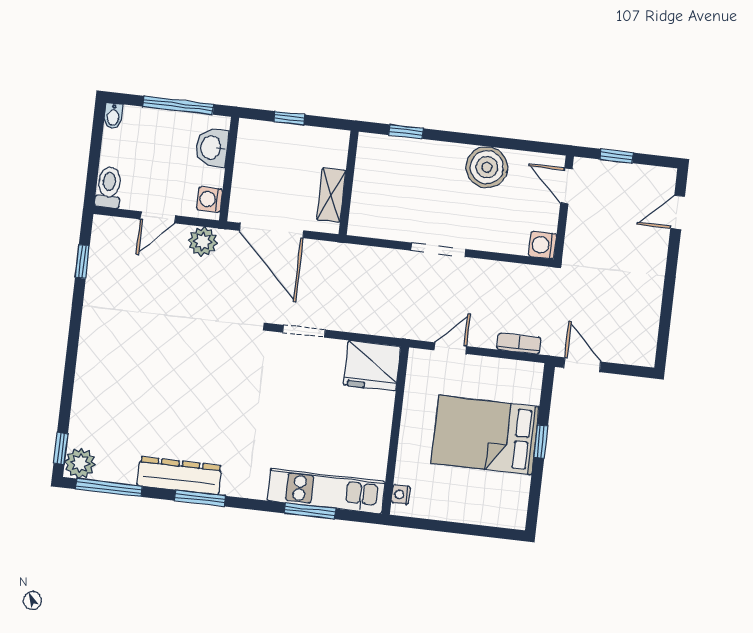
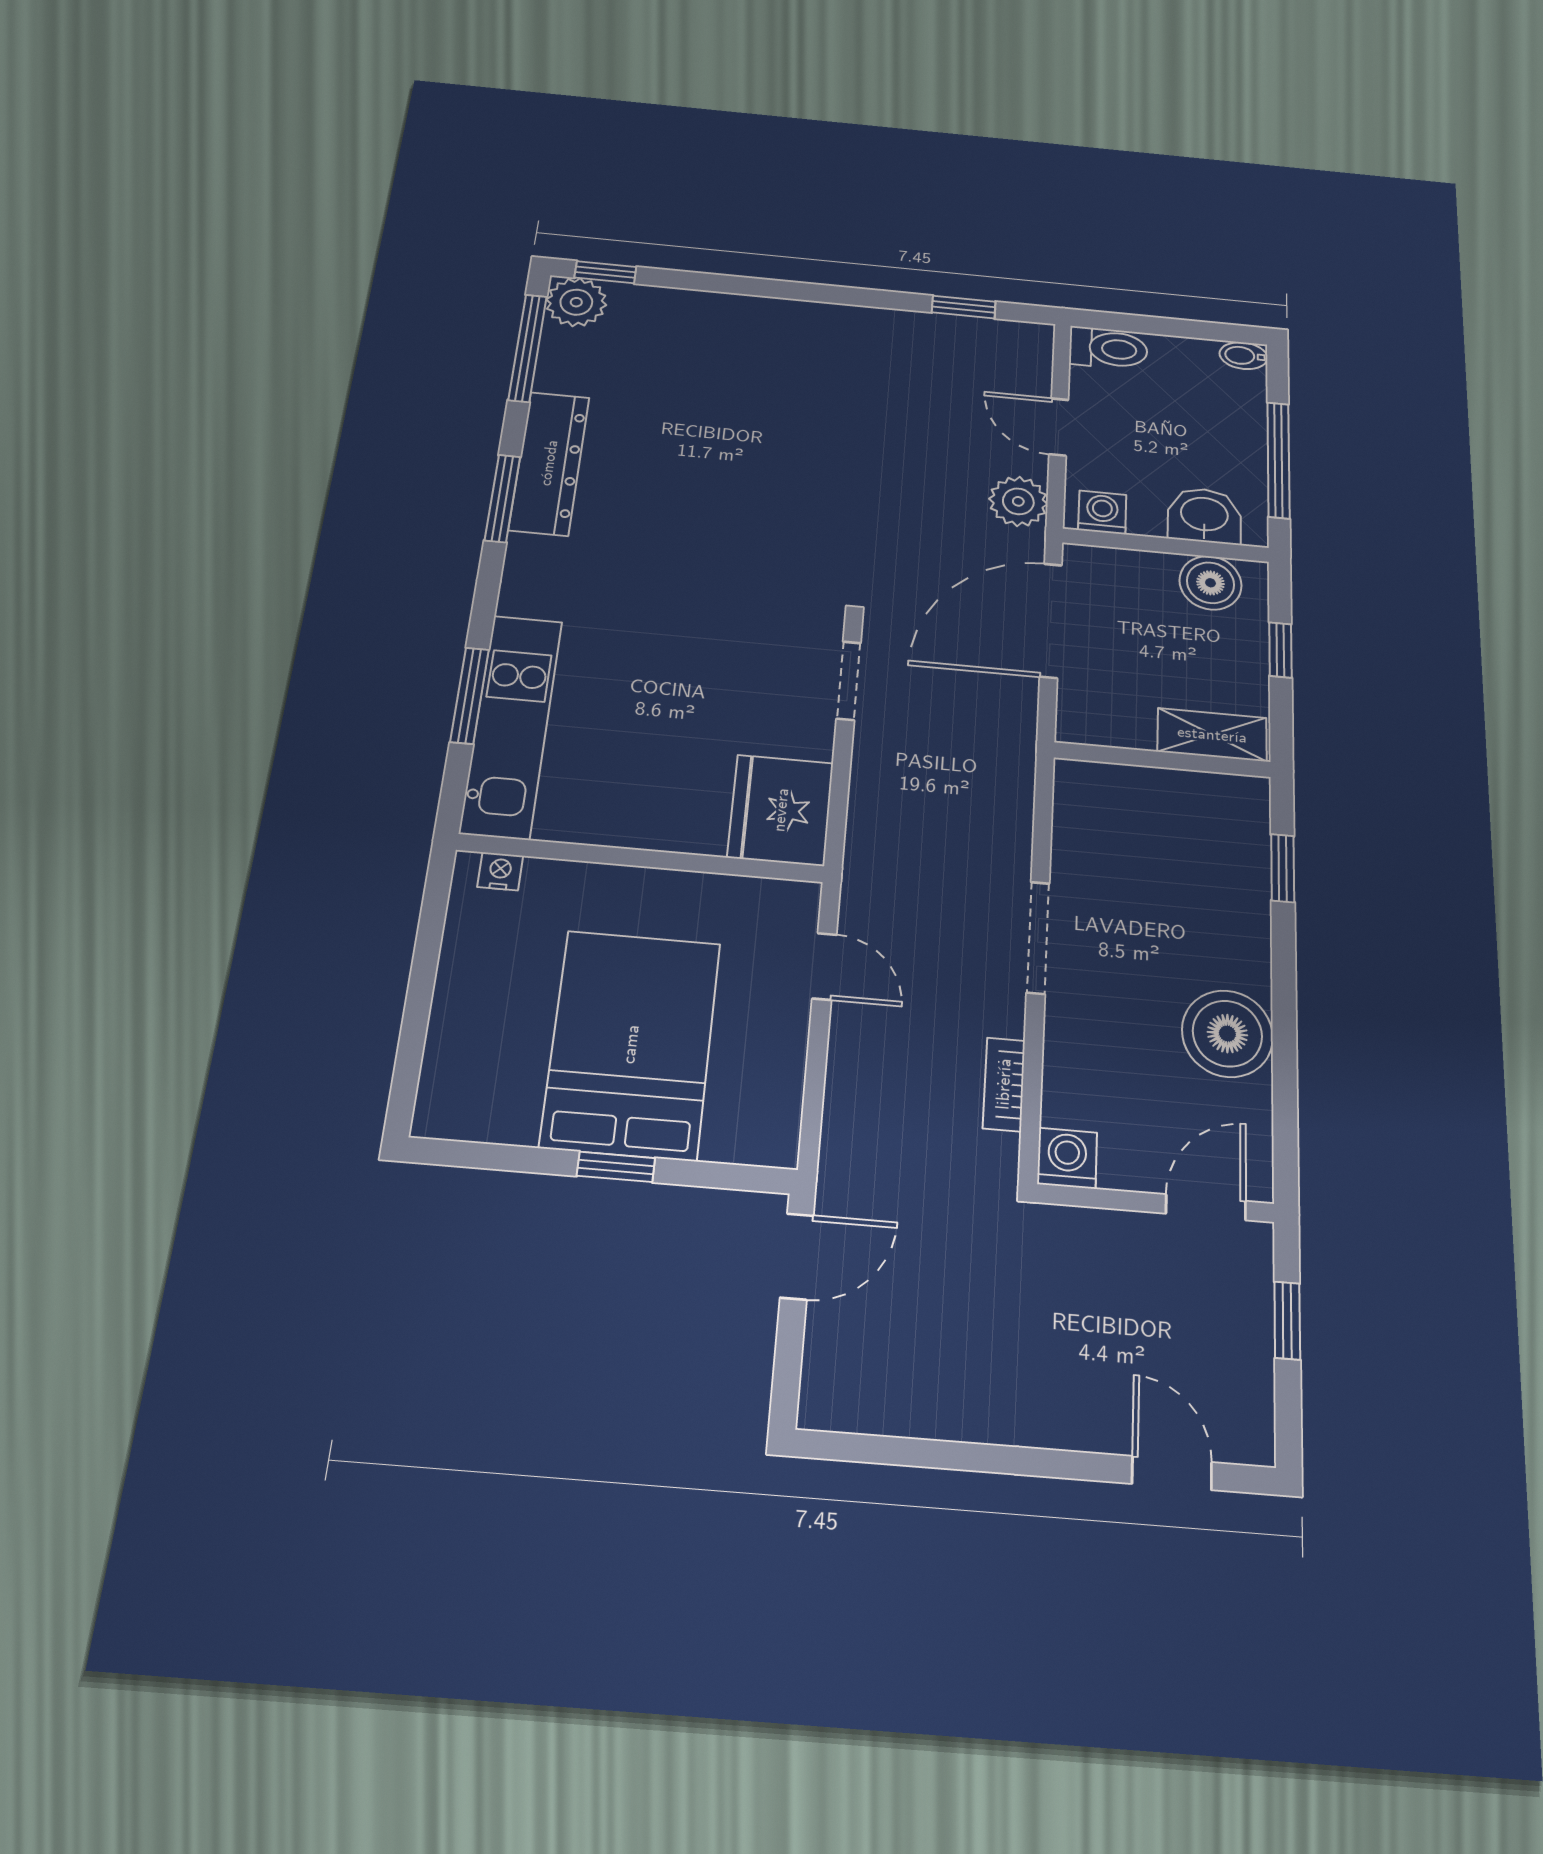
boiler: (251, 149) -> (1211, 583), added
shelving: (331, 195) -> (1212, 735), moved
bookcase: (519, 344) -> (1004, 1084), moved, turned 180

